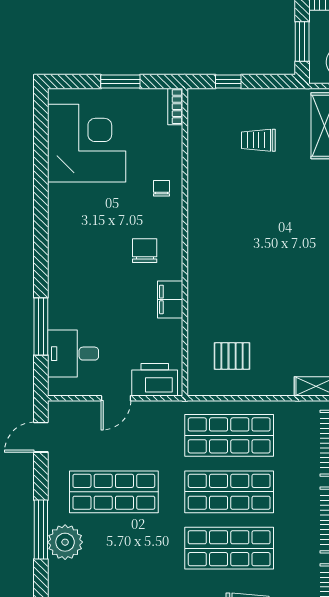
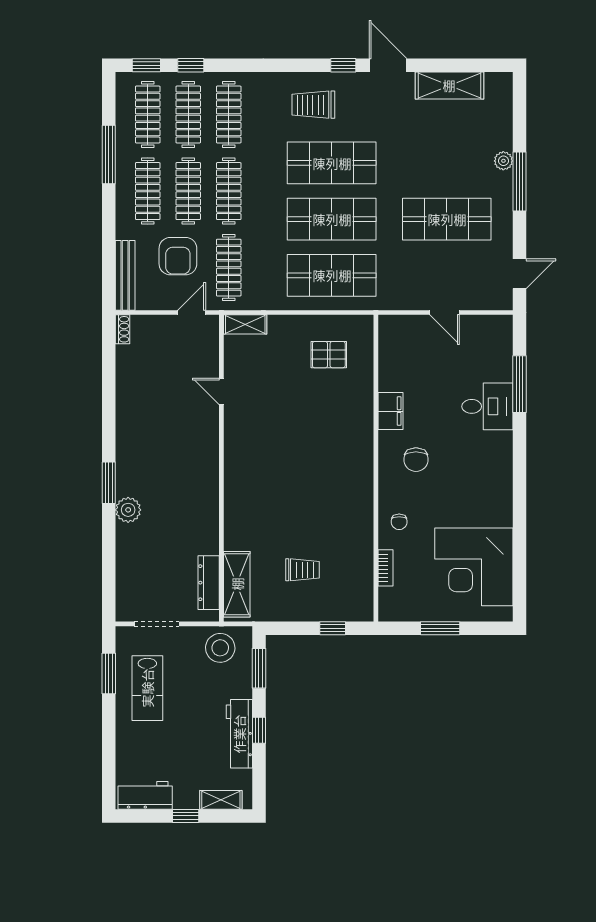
bookcase: (175, 107) -> (385, 568), moved
desk: (73, 354) -> (487, 406), moved
printer: (155, 380) -> (406, 331), removed
door: (116, 398) -> (445, 312), swing flipped
plant: (65, 542) -> (503, 161), width x0.53, depth x0.53

